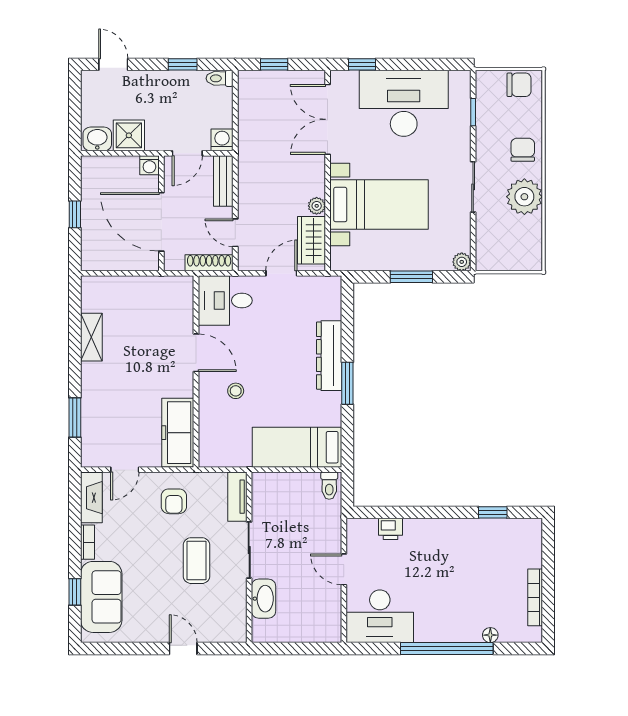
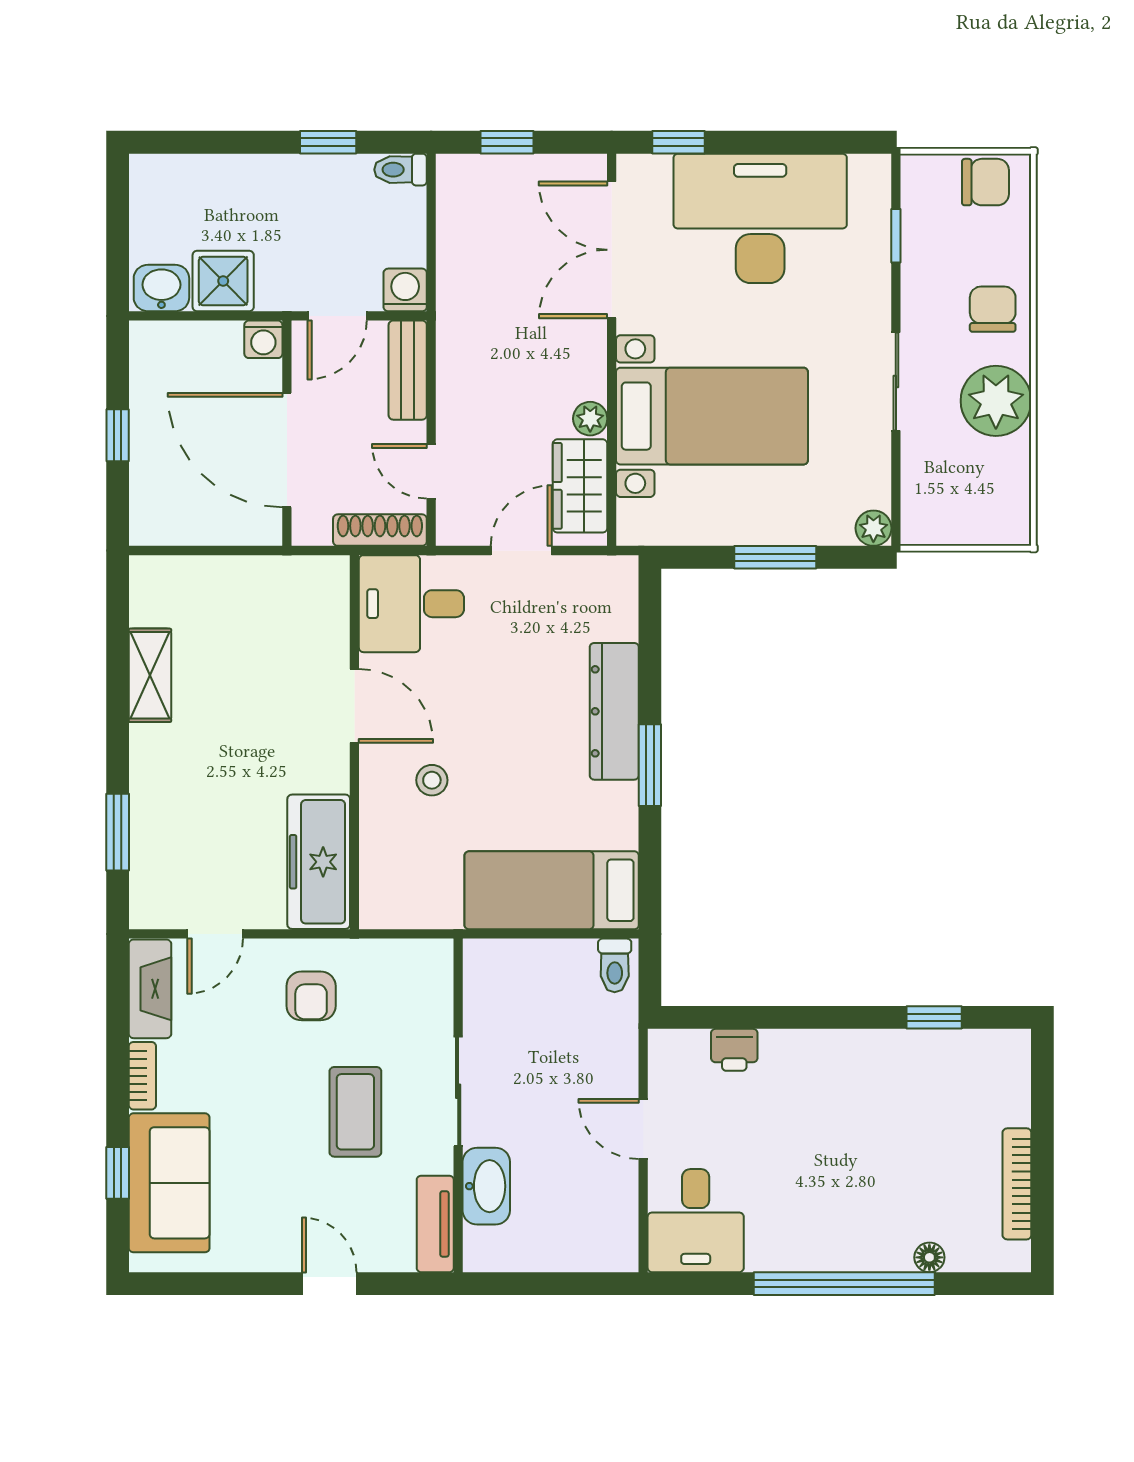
door: (113, 64) -> (193, 142), removed
tv unit: (237, 497) -> (435, 1224), moved
desk: (380, 616) -> (696, 1221), width x0.73

